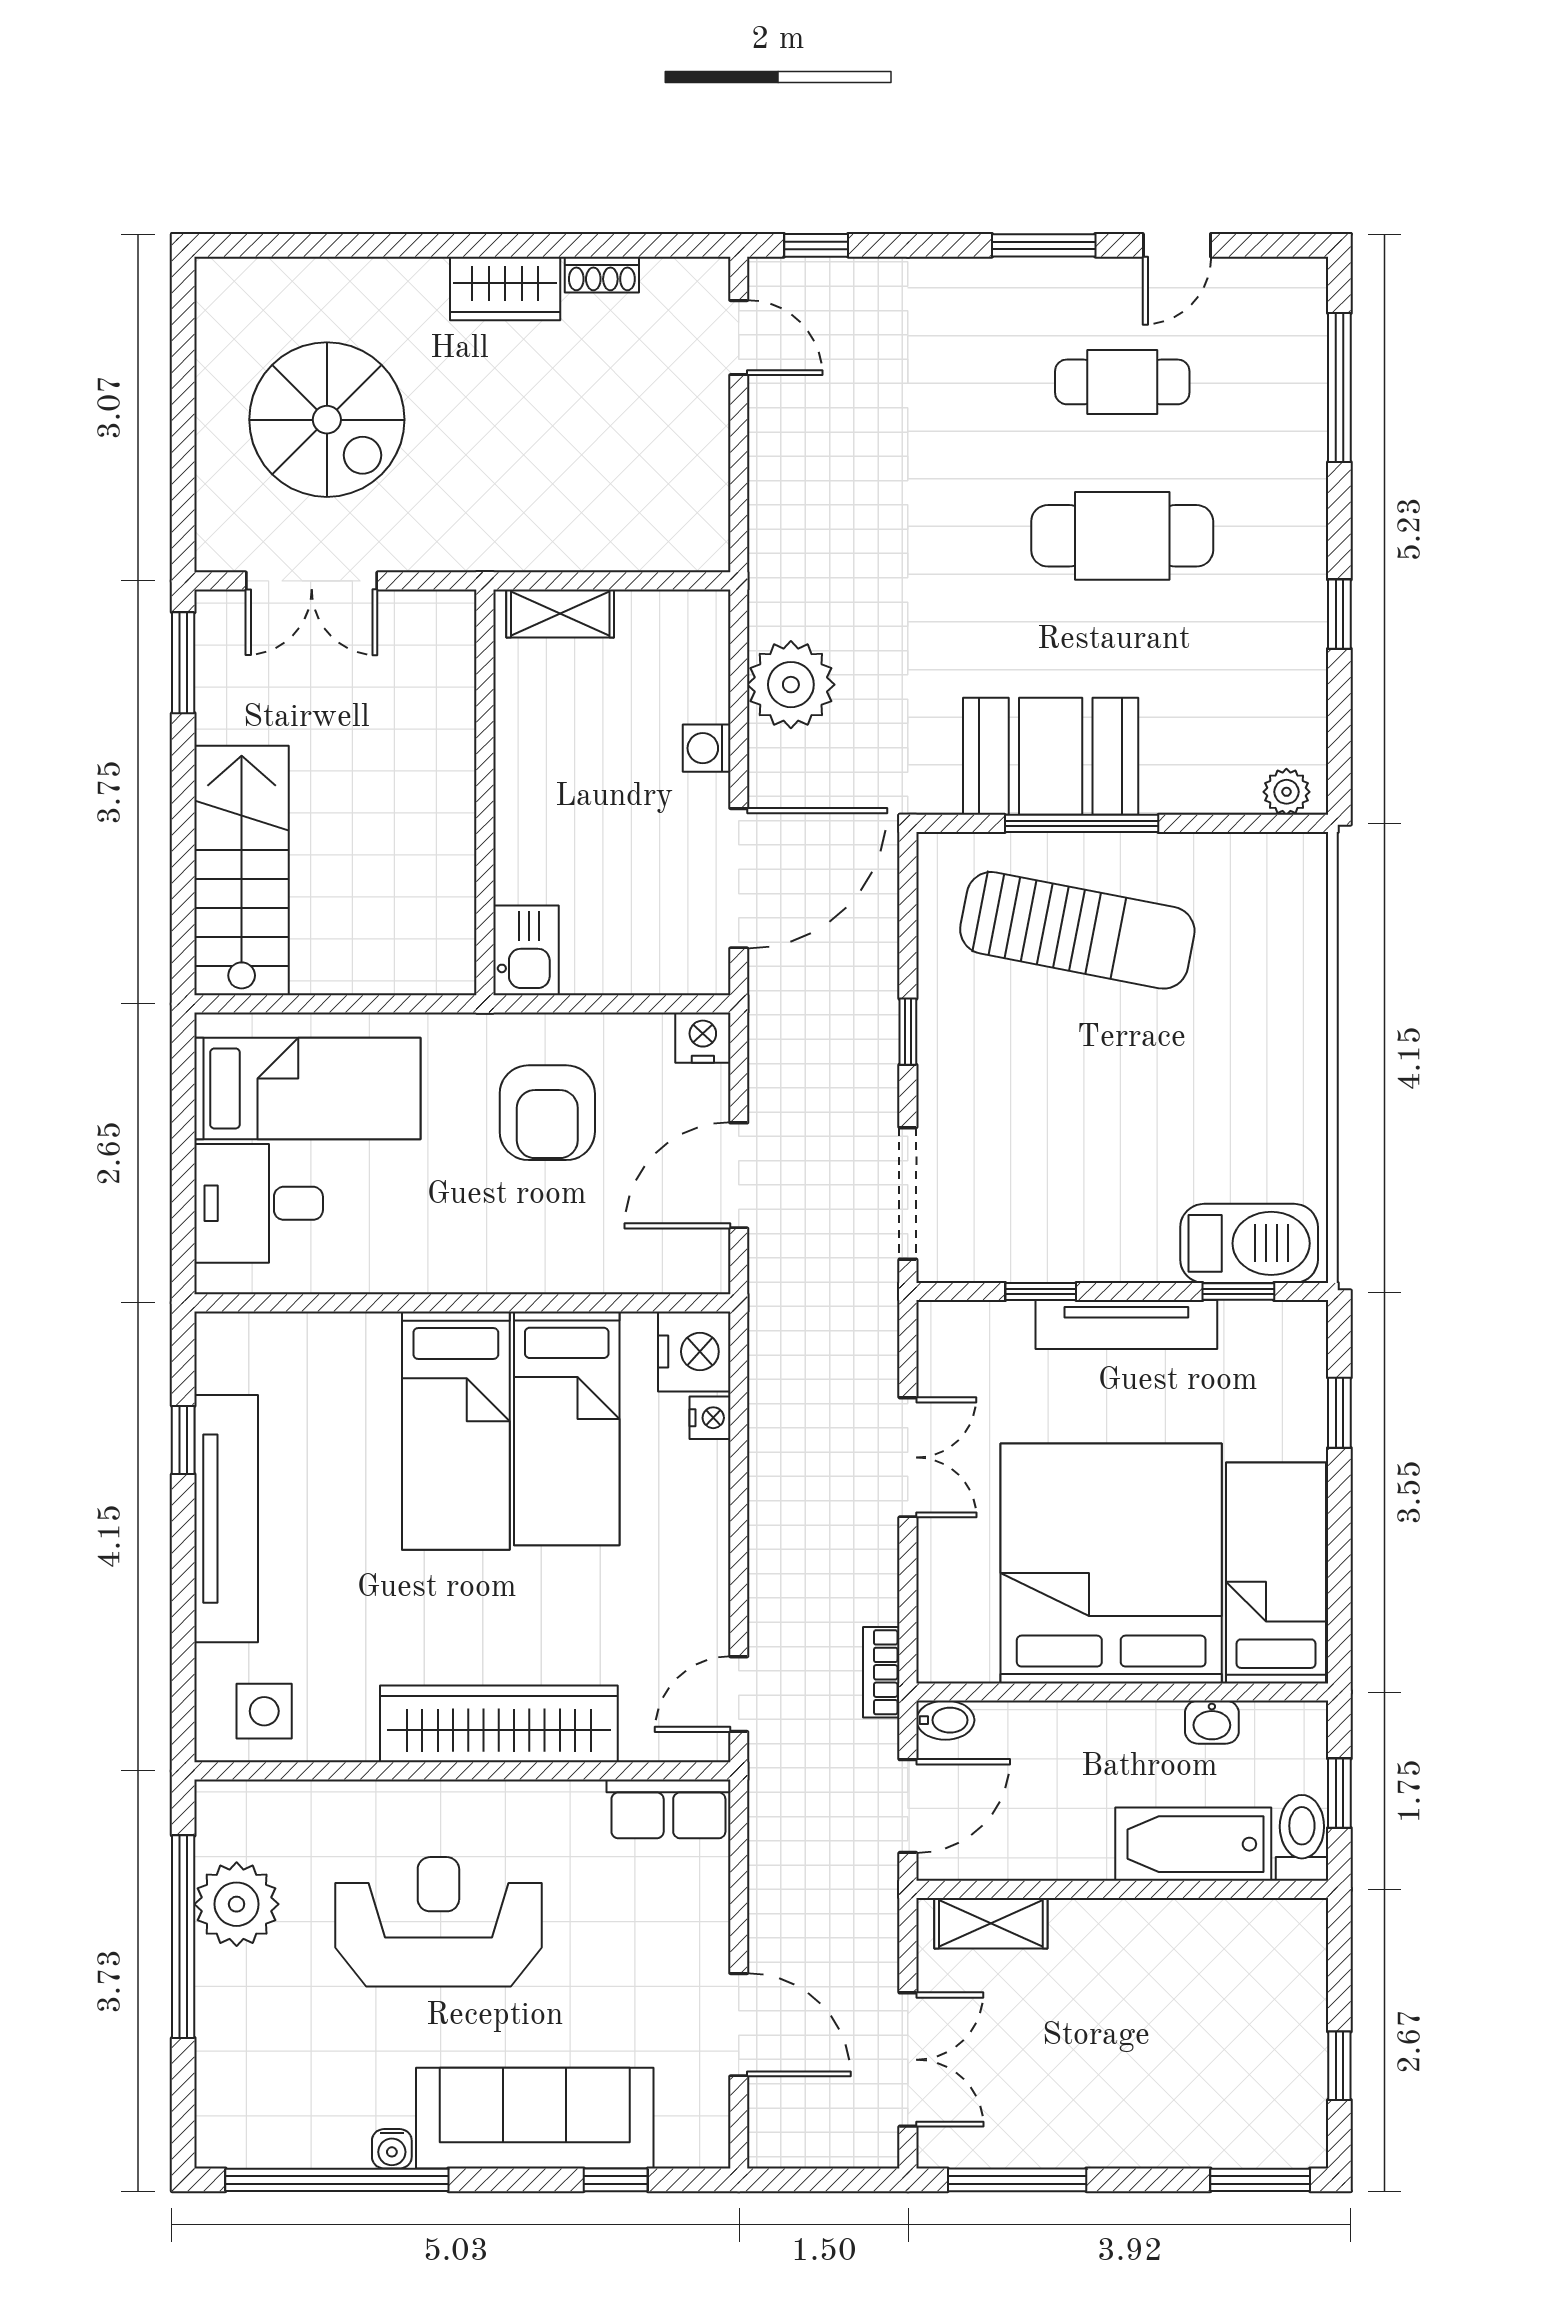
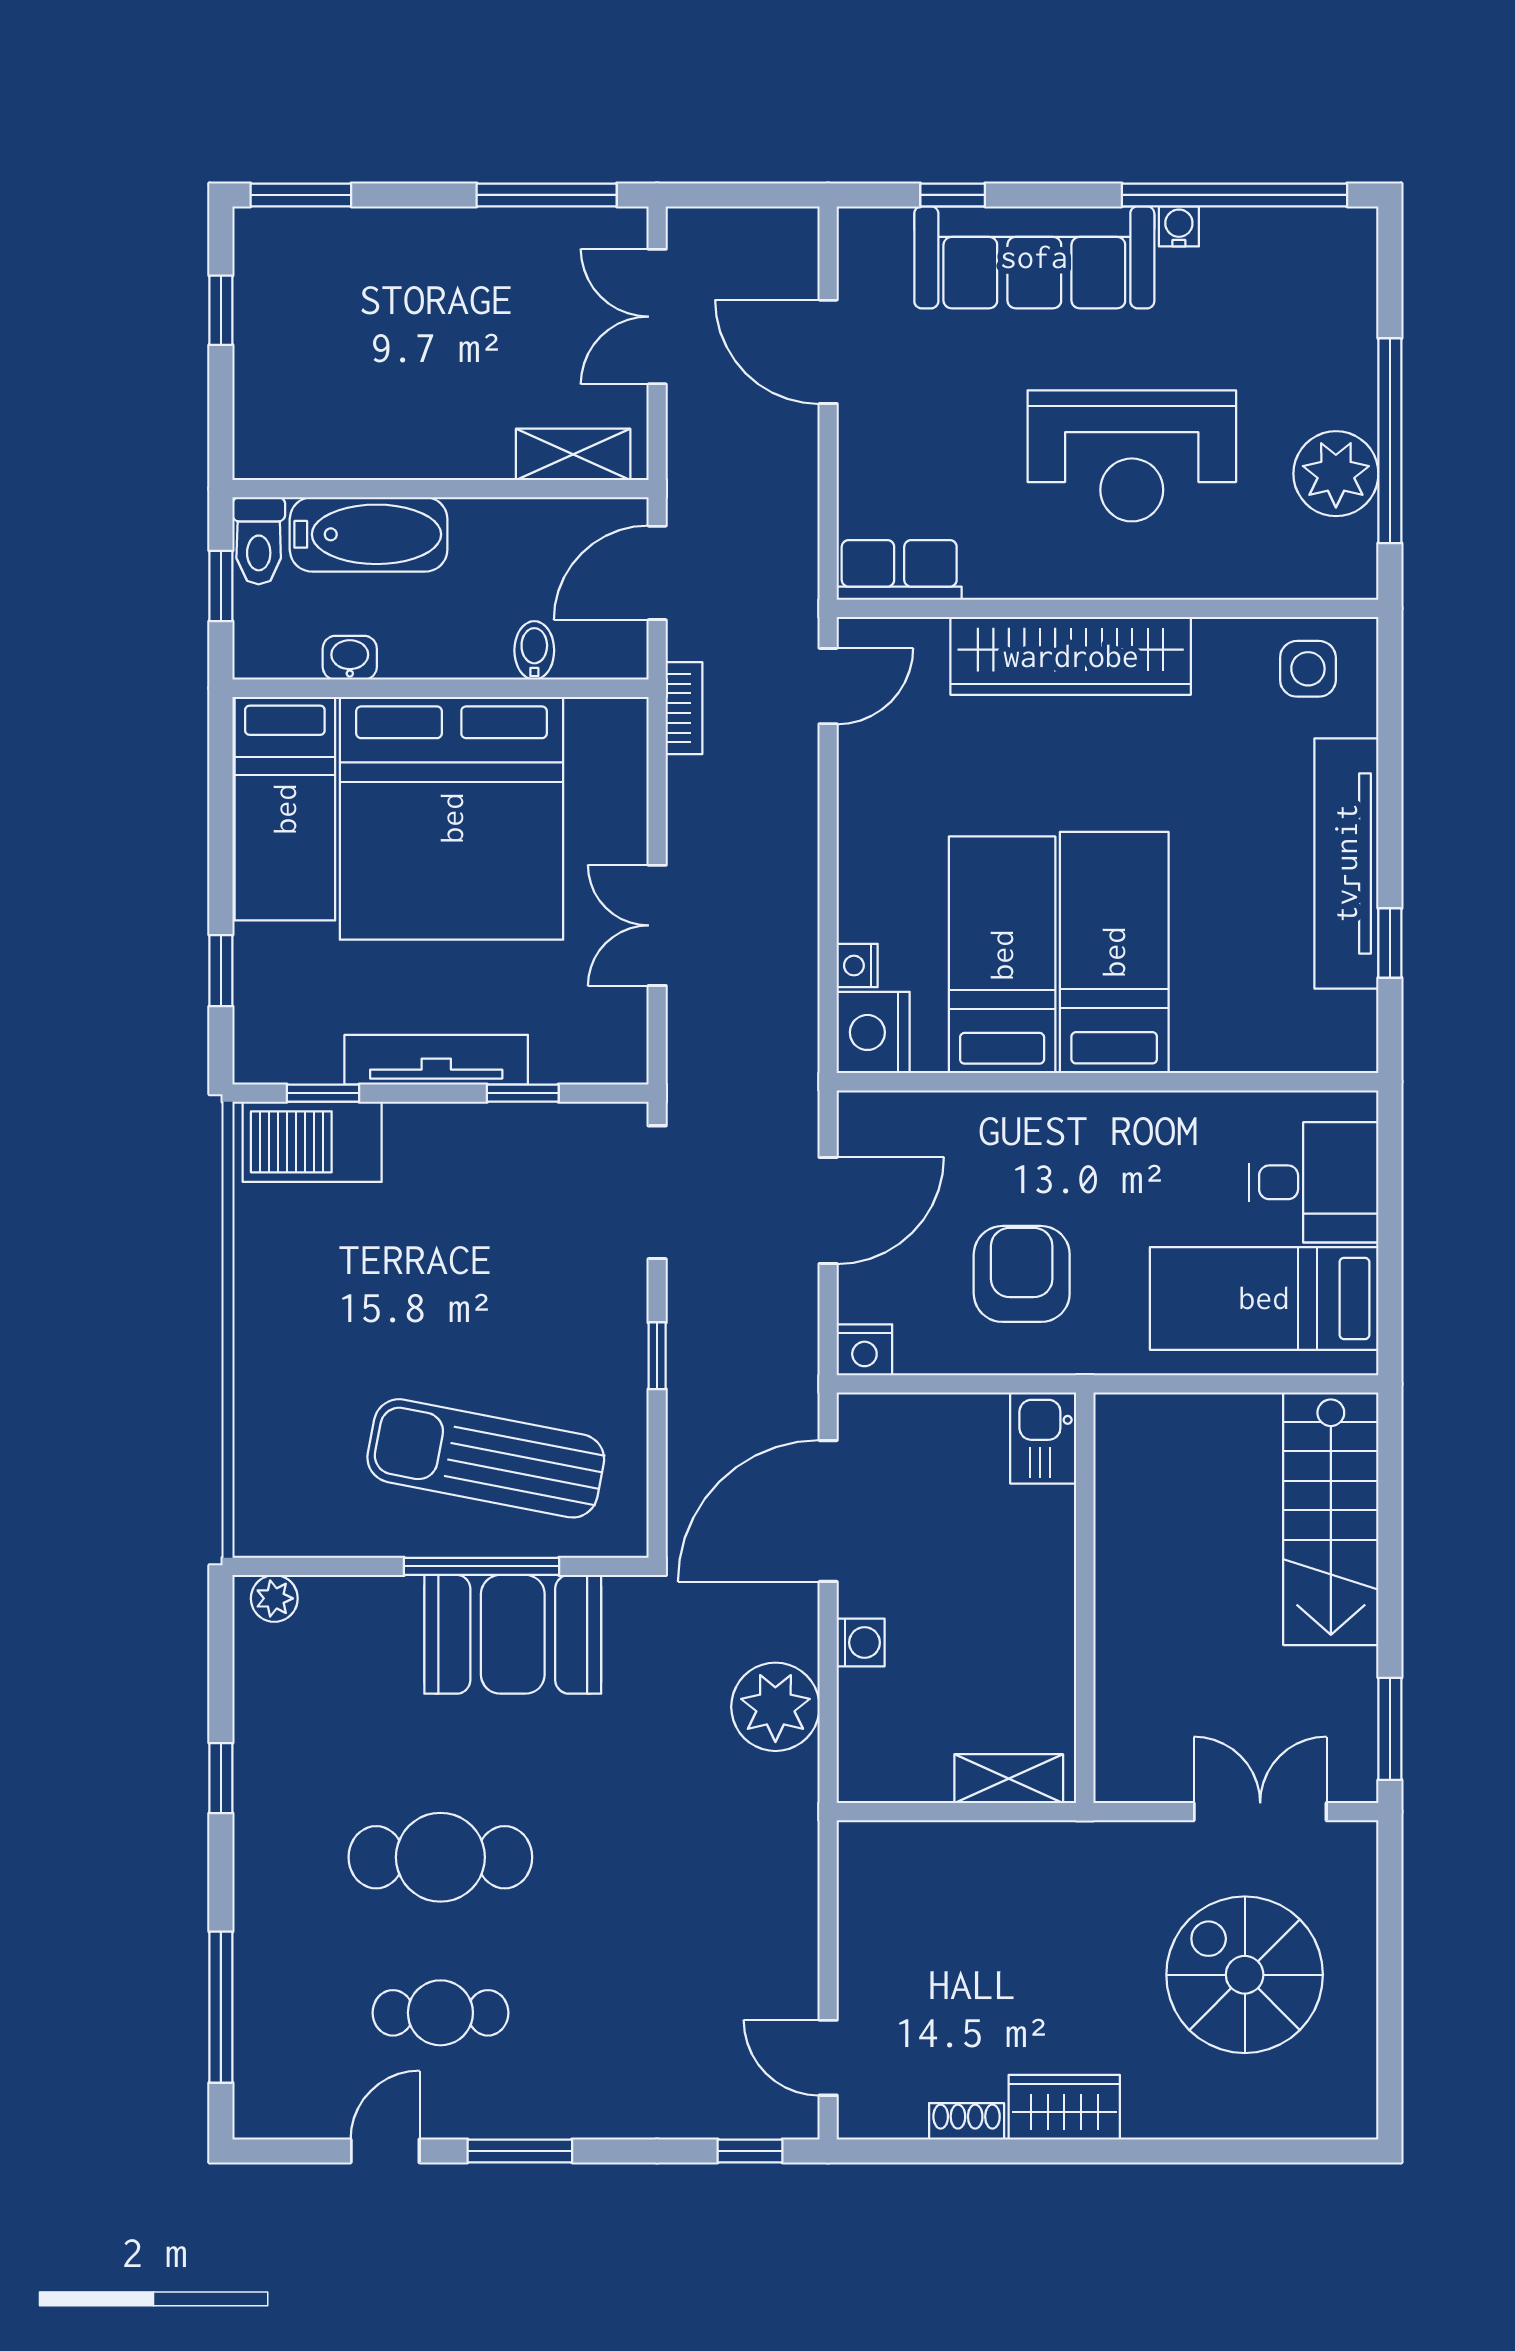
bidet: (945, 1720) -> (534, 650), moved, turned 90

